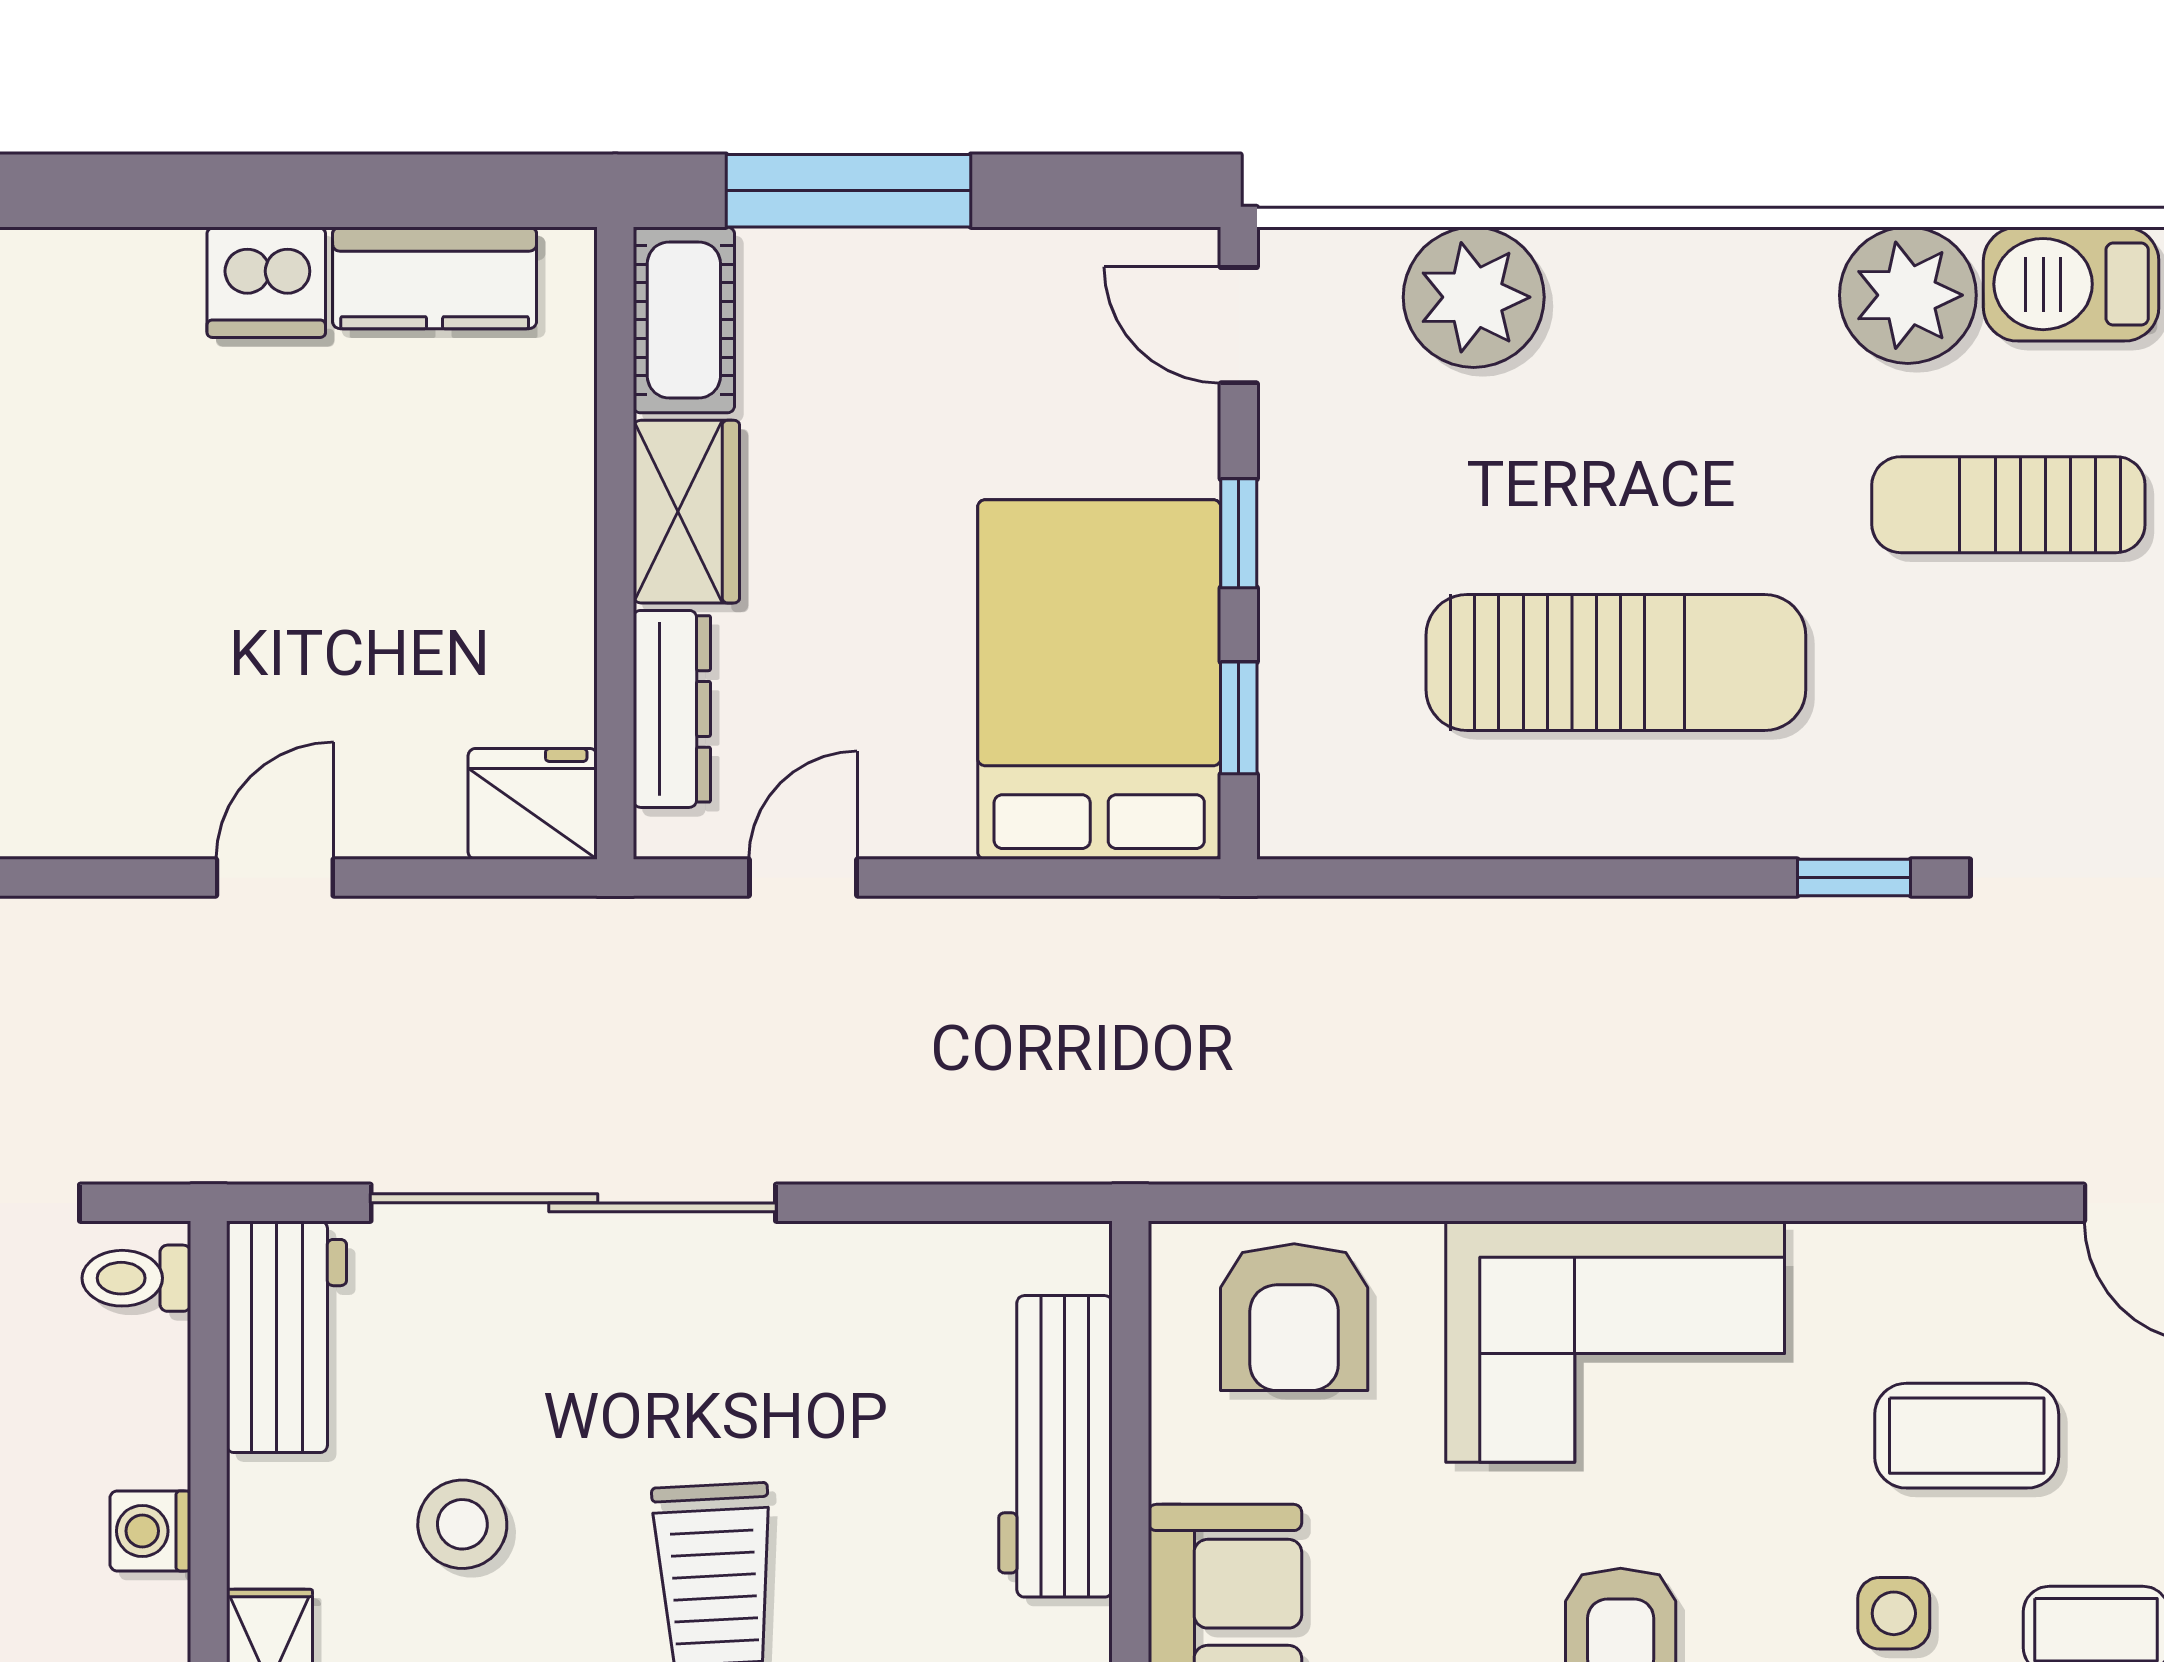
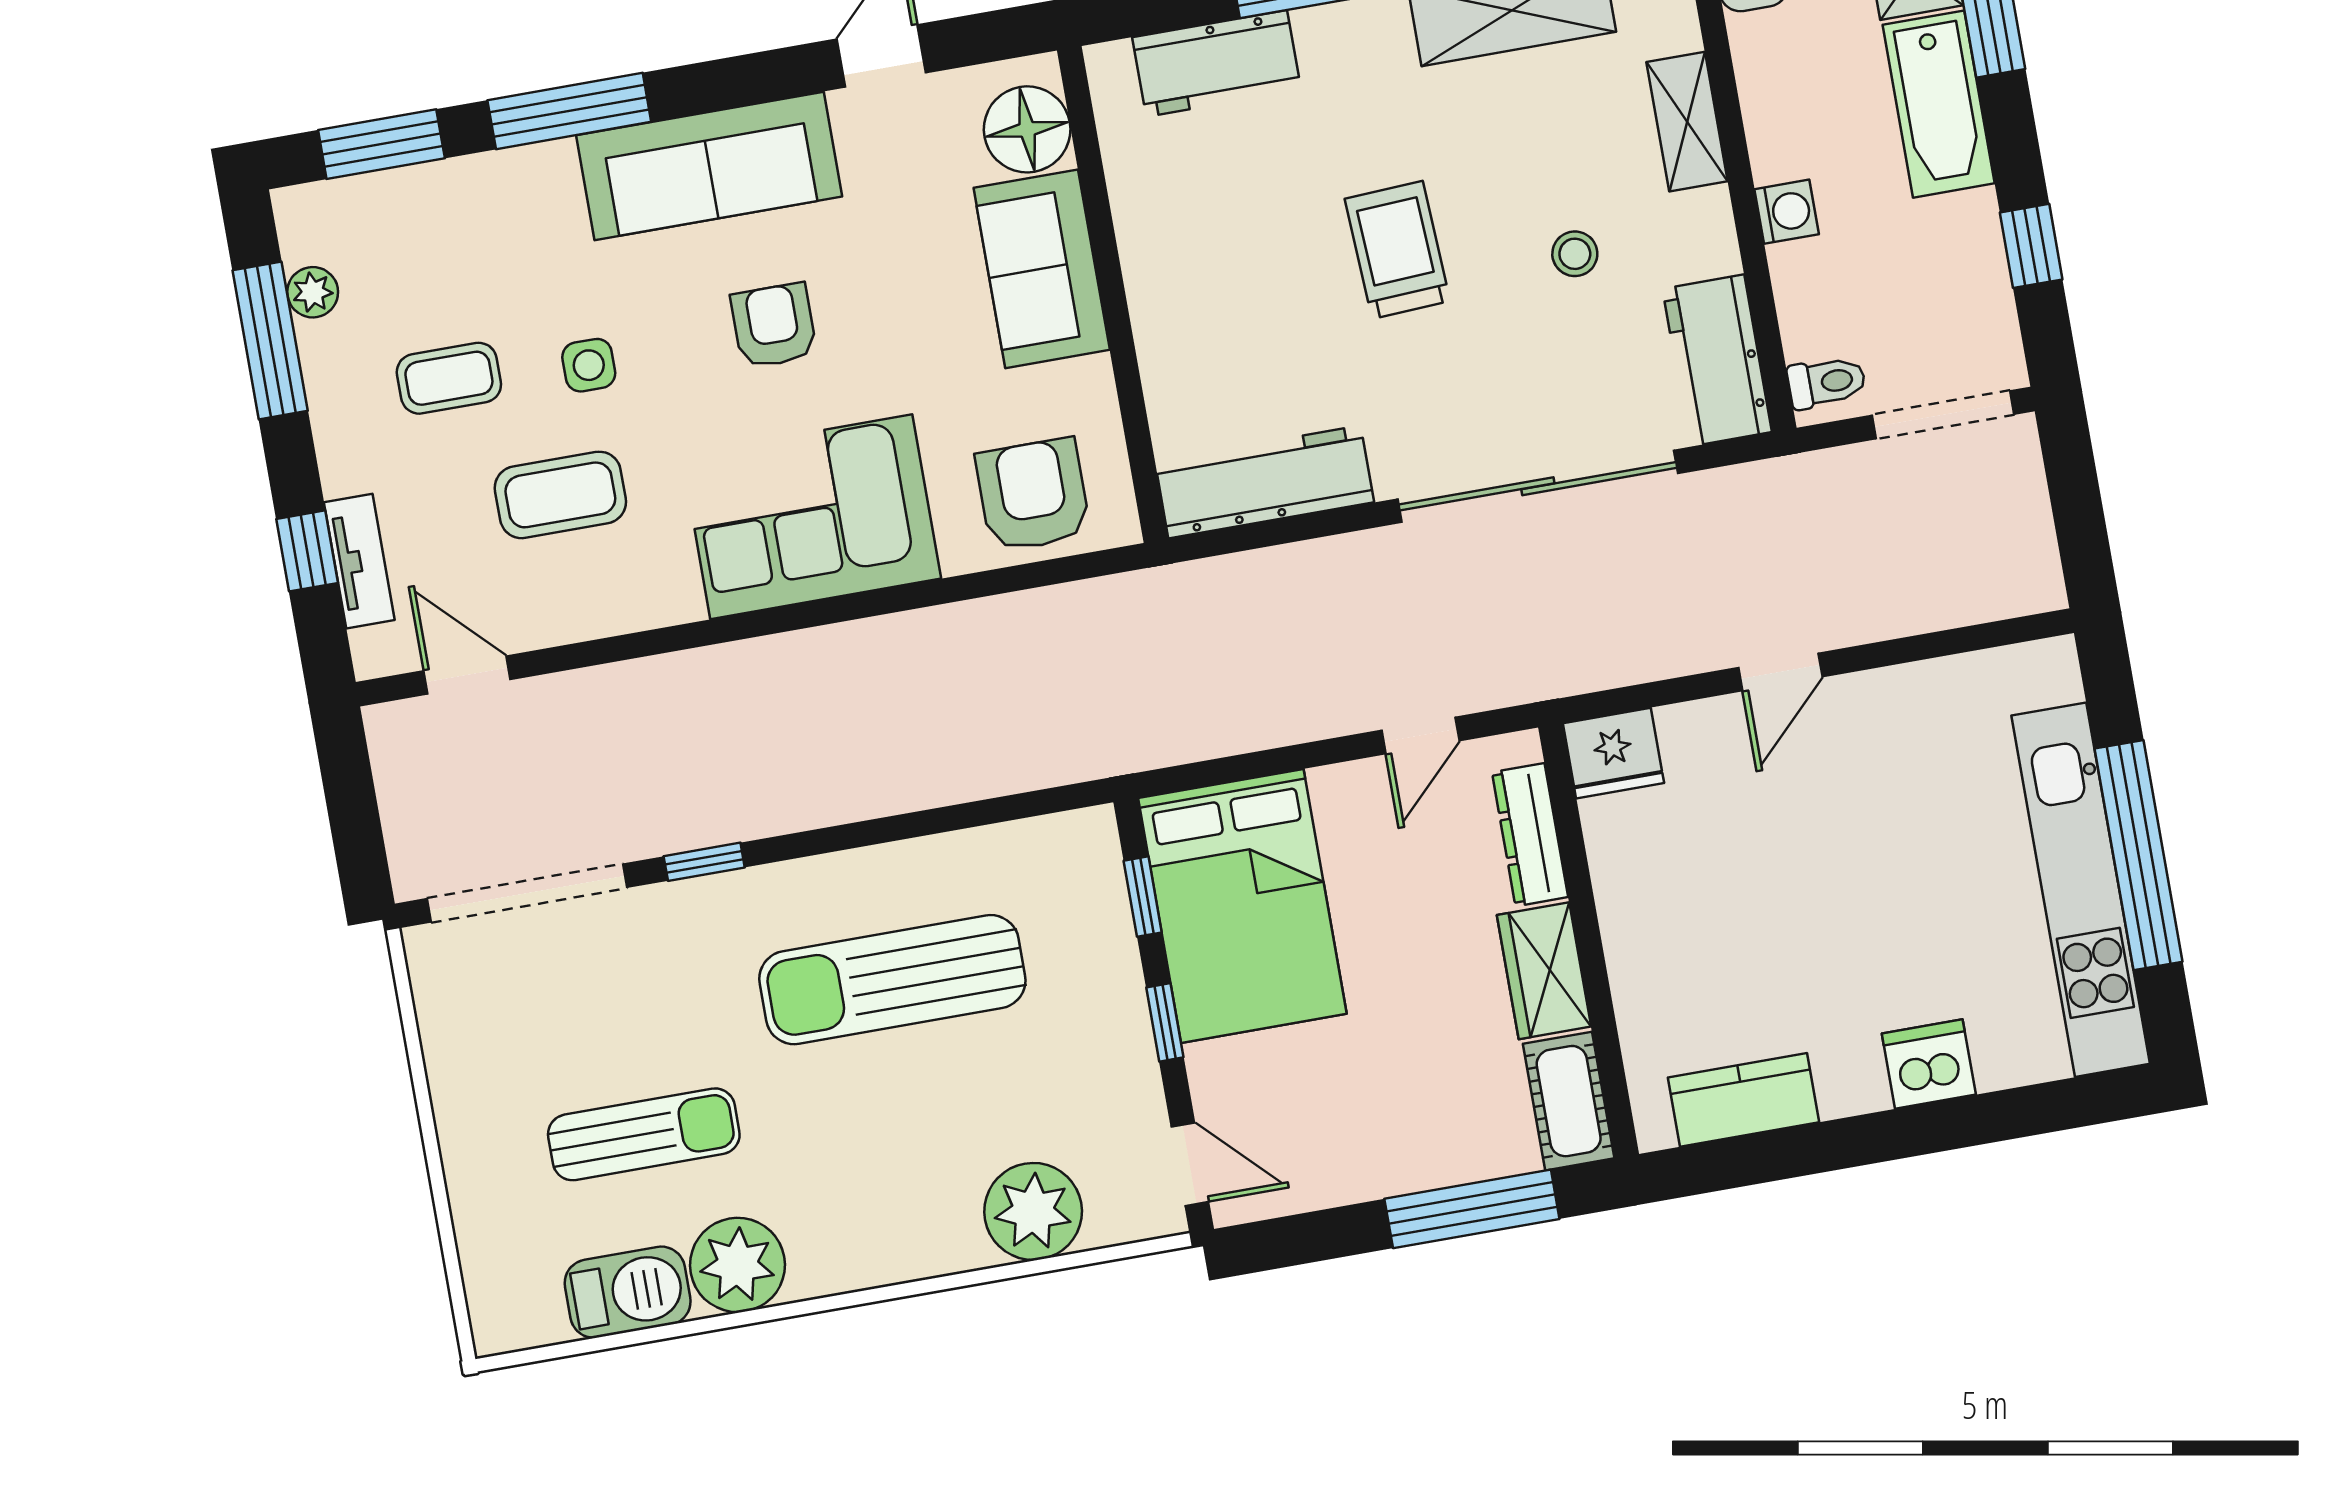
dishwasher: (266, 282) -> (1929, 1064), moved
workbench: (1056, 1446) -> (1264, 482), moved, turned -90
stool: (462, 1524) -> (1575, 254), width x0.73, depth x0.73

